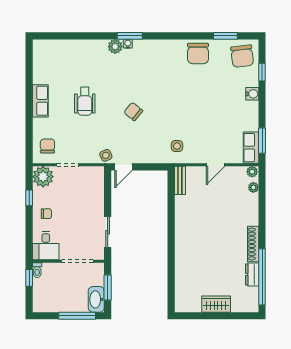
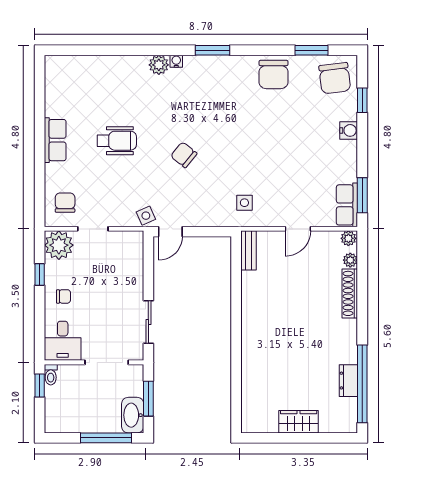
window: (130, 36) -> (213, 50), moved
wheelchair: (85, 101) -> (117, 141), turned -90
shoe rack: (253, 244) -> (350, 293), moved

